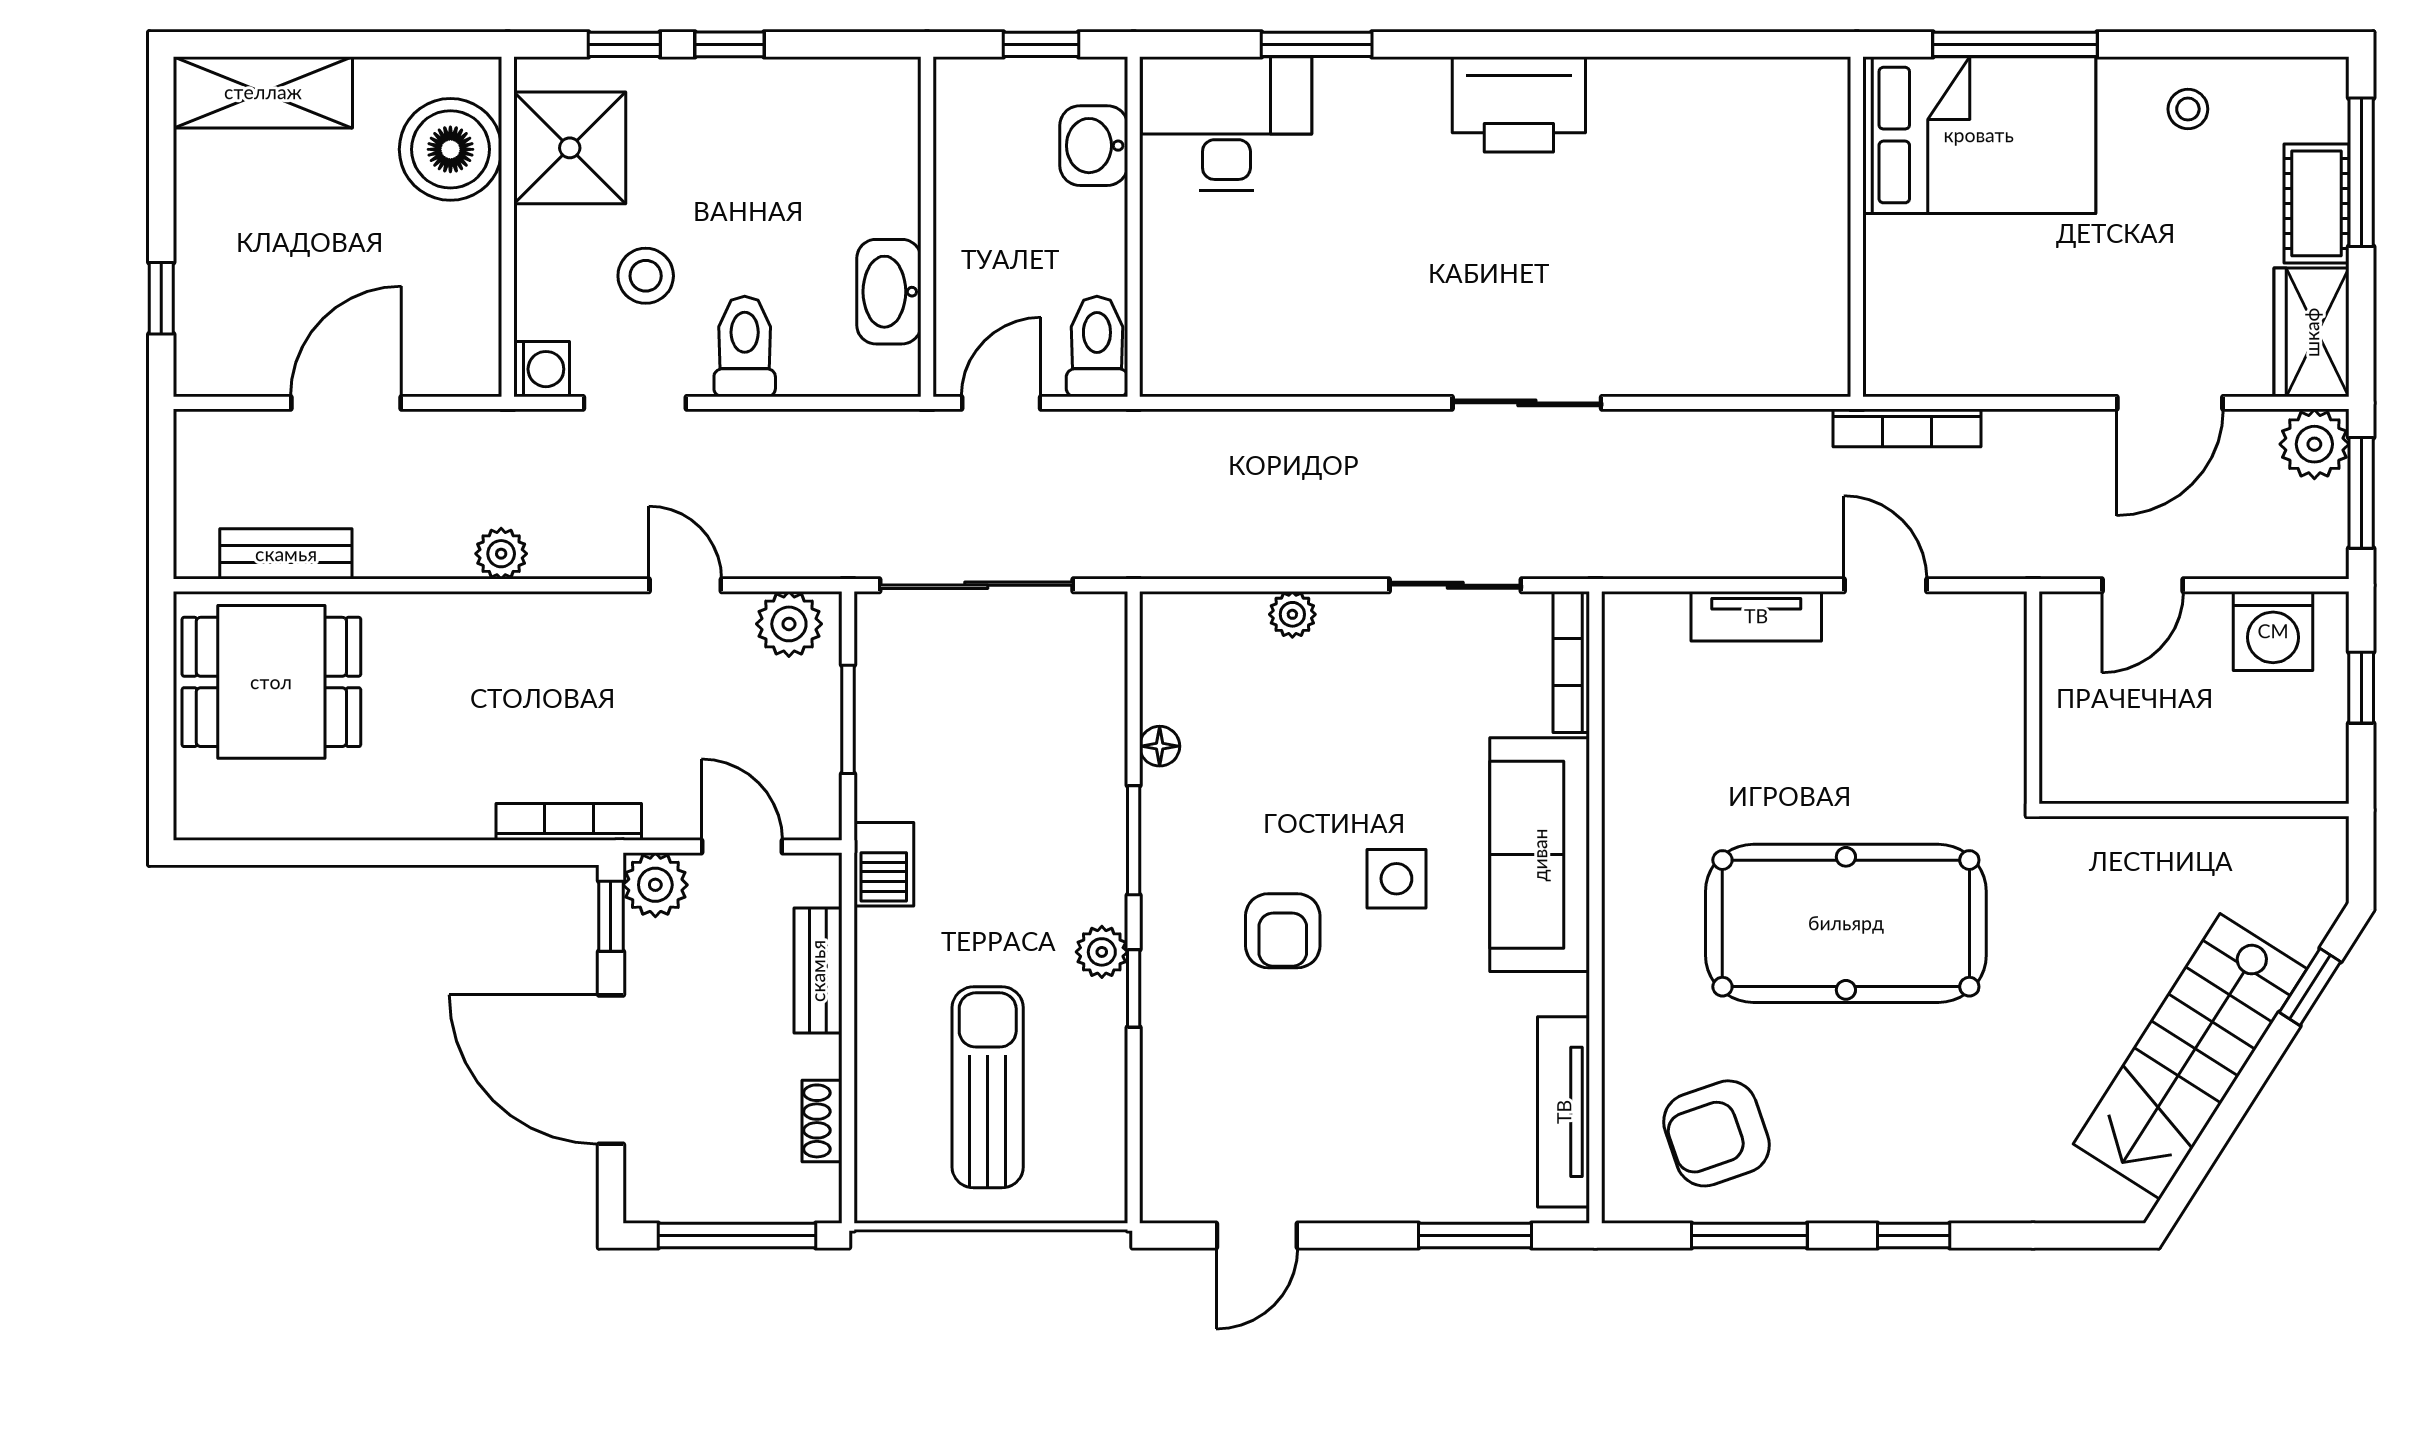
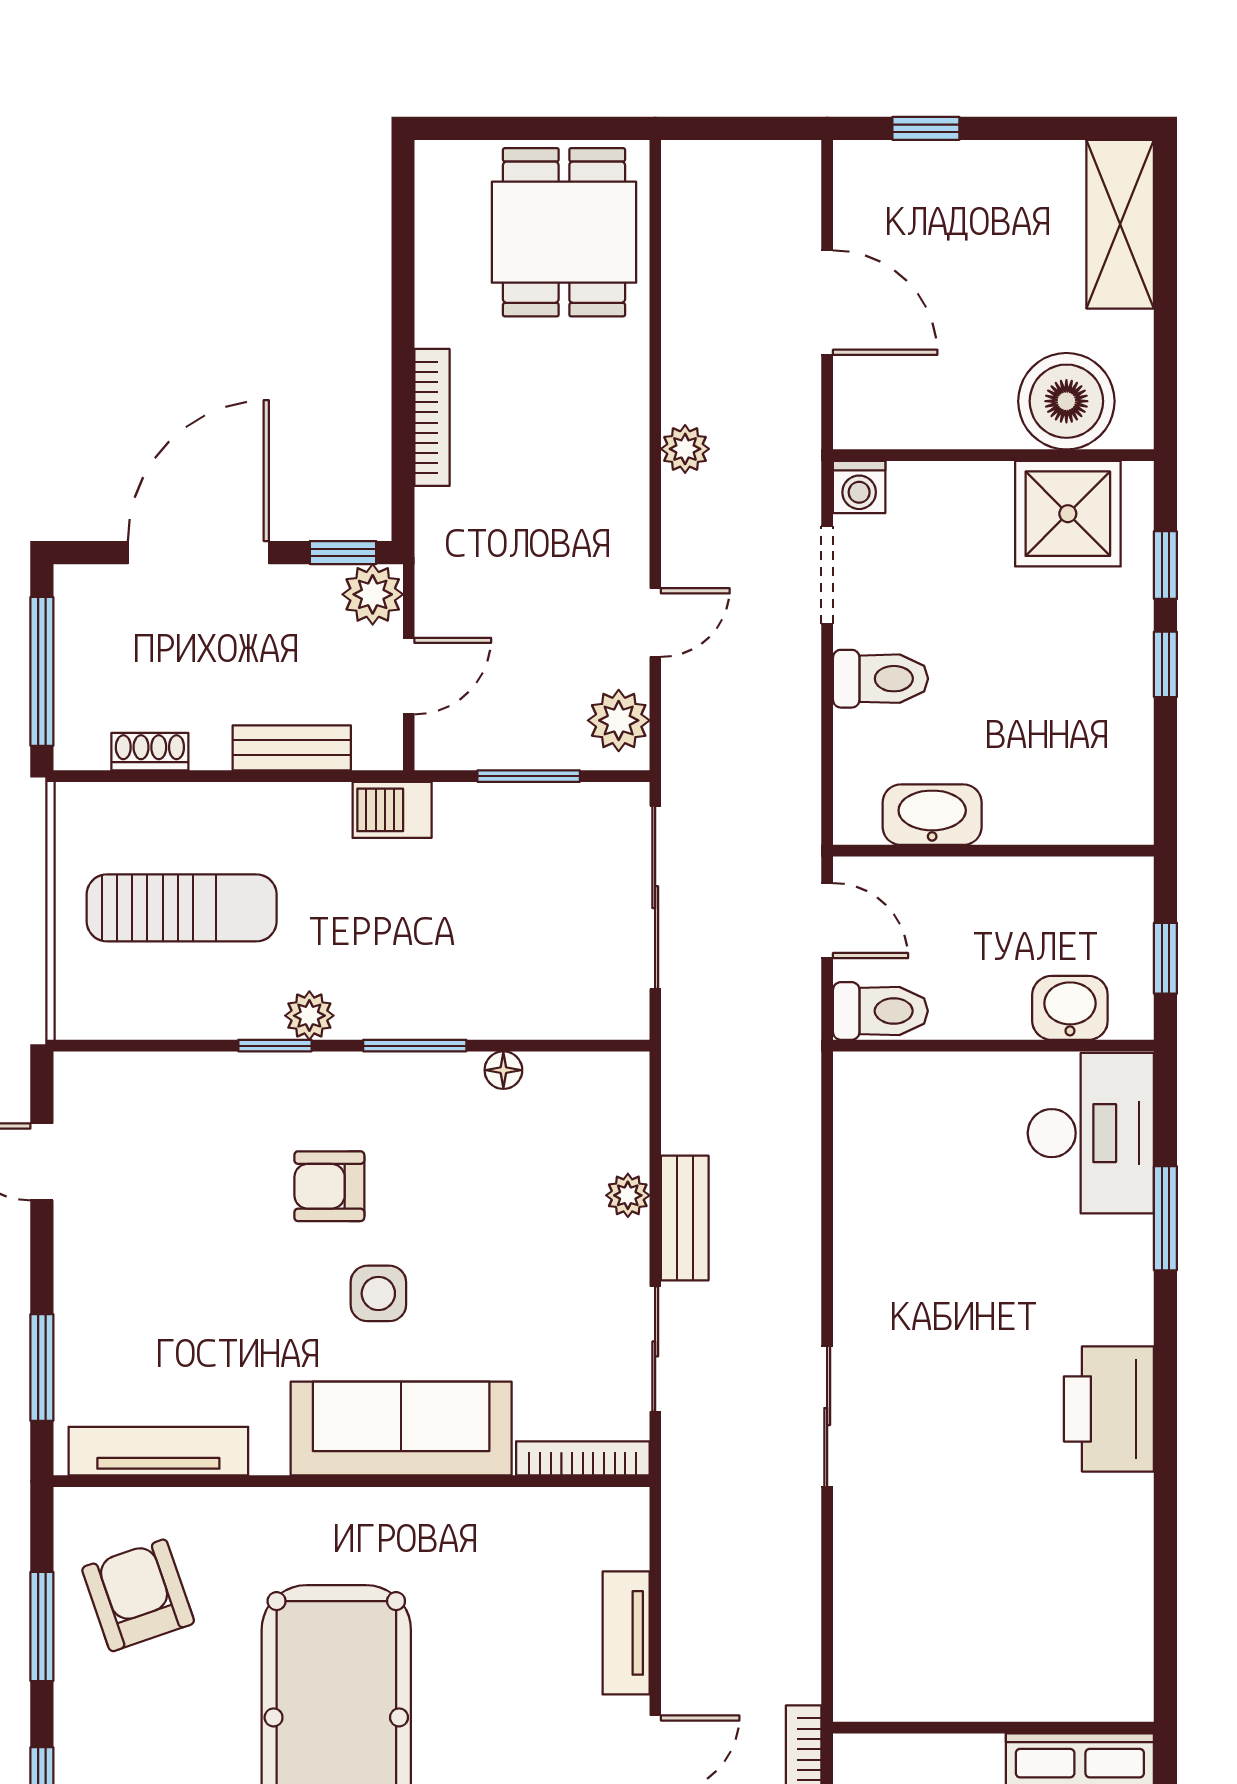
stool: (646, 276) -> (947, 585), removed
bench: (286, 554) -> (685, 1218), moved
bookcase: (569, 822) -> (432, 417), moved

